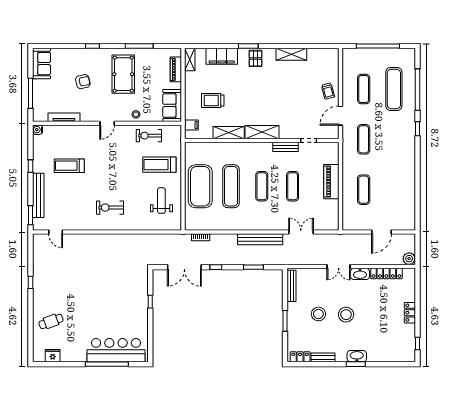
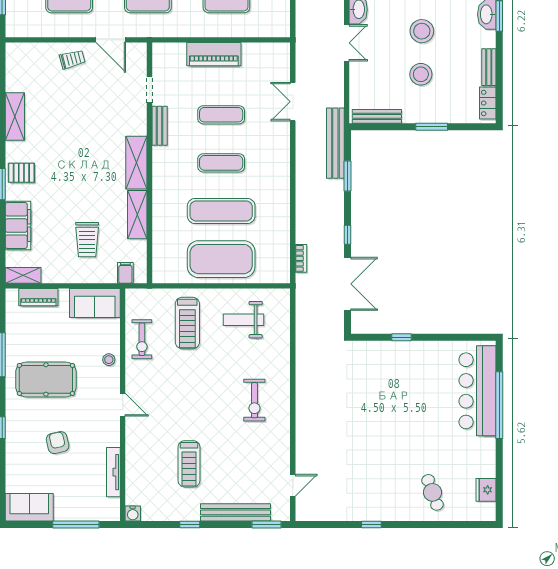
bench: (260, 239) -> (335, 143), moved

